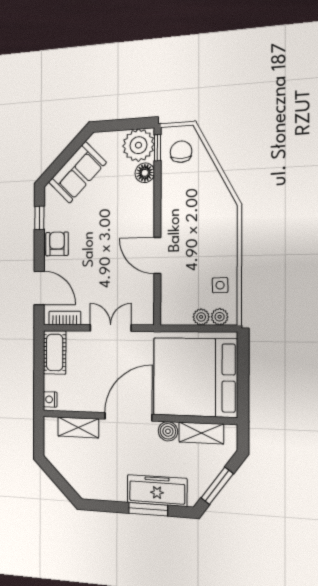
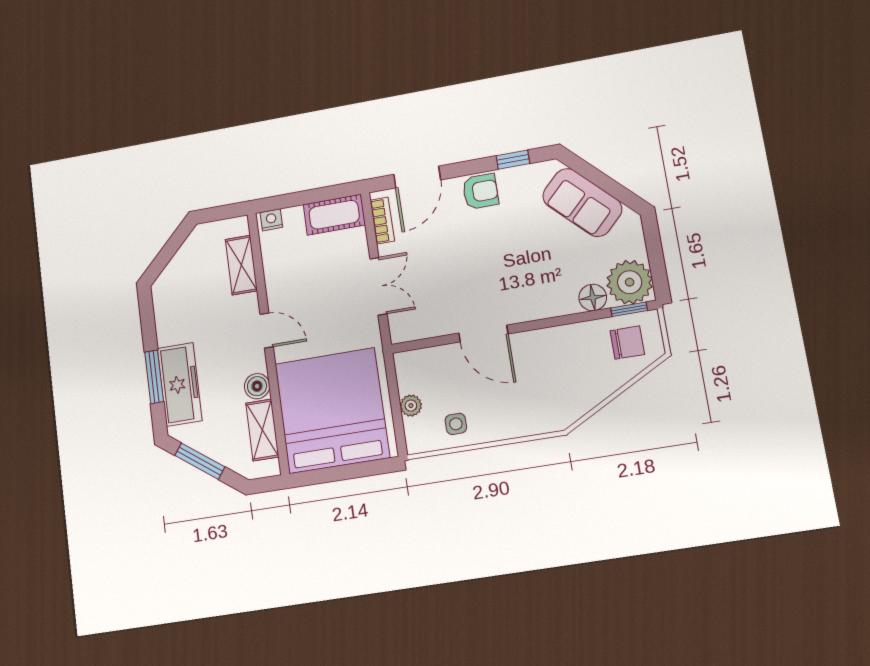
door: (157, 256) -> (483, 334), swing flipped
plant: (220, 317) -> (415, 430), removed
door: (128, 417) -> (267, 330), width x0.53

